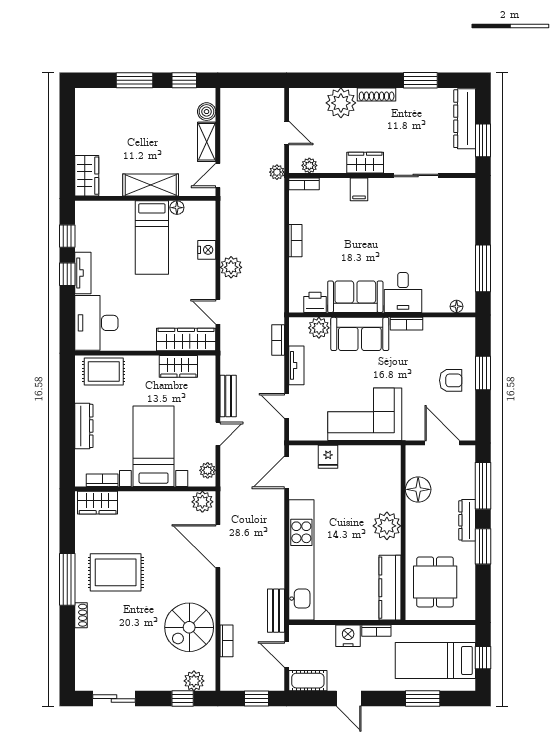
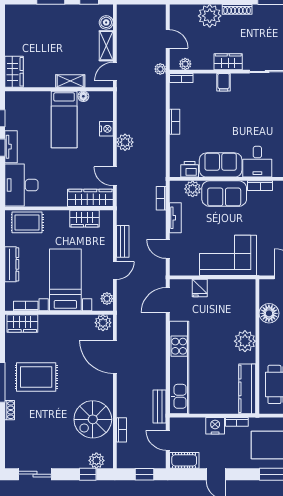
shelving: (151, 185) -> (70, 81), width x0.67, depth x0.75

